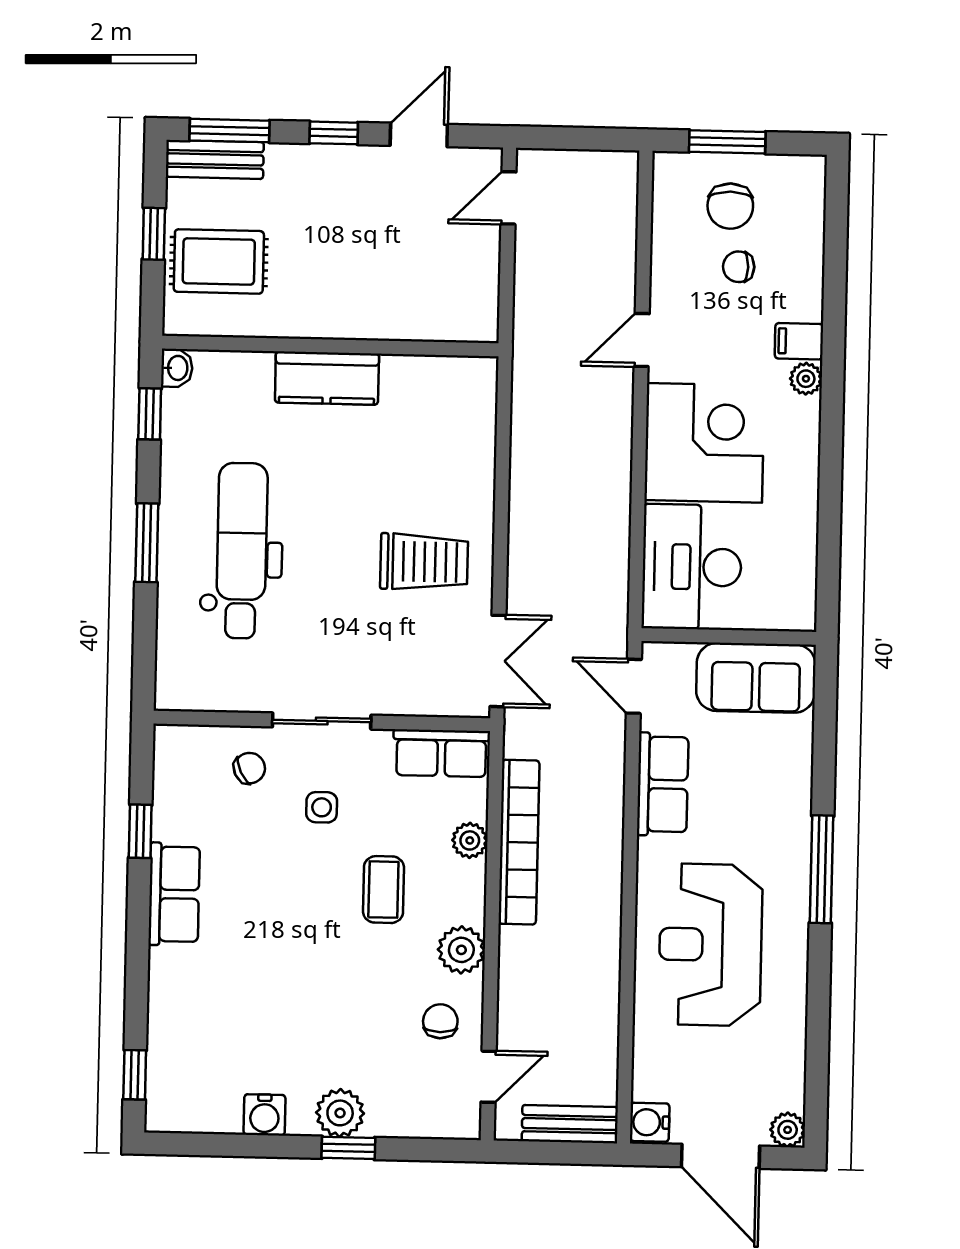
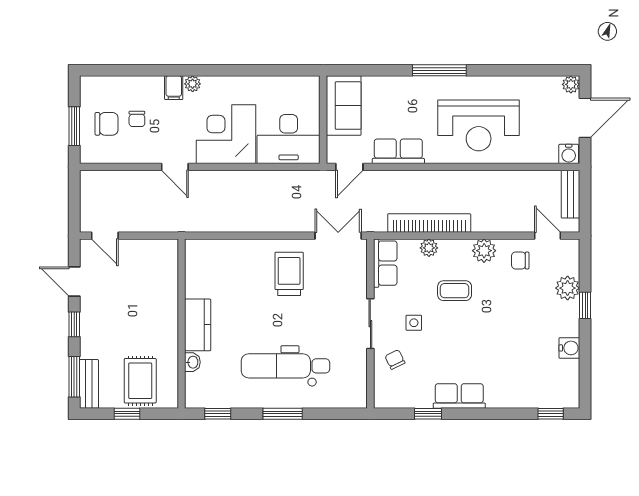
washbasin: (177, 368) -> (192, 362), moved, turned 90
plant: (340, 1113) -> (568, 288), moved

